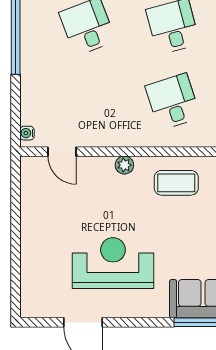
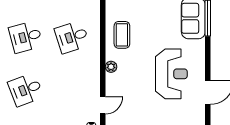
reception desk: (113, 263) -> (171, 74), turned 180

